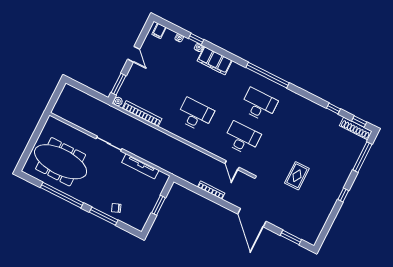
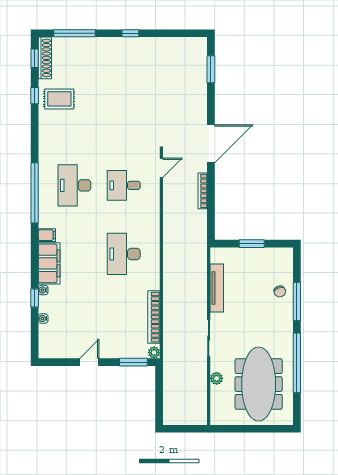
filing cabinet: (159, 31) -> (47, 235), moved
plant: (79, 135) -> (217, 378), added
desk: (242, 138) -> (124, 185), width x0.73
door: (232, 165) -> (161, 168), moved
rug: (297, 176) -> (59, 99), moved
door: (252, 218) -> (211, 144), moved

